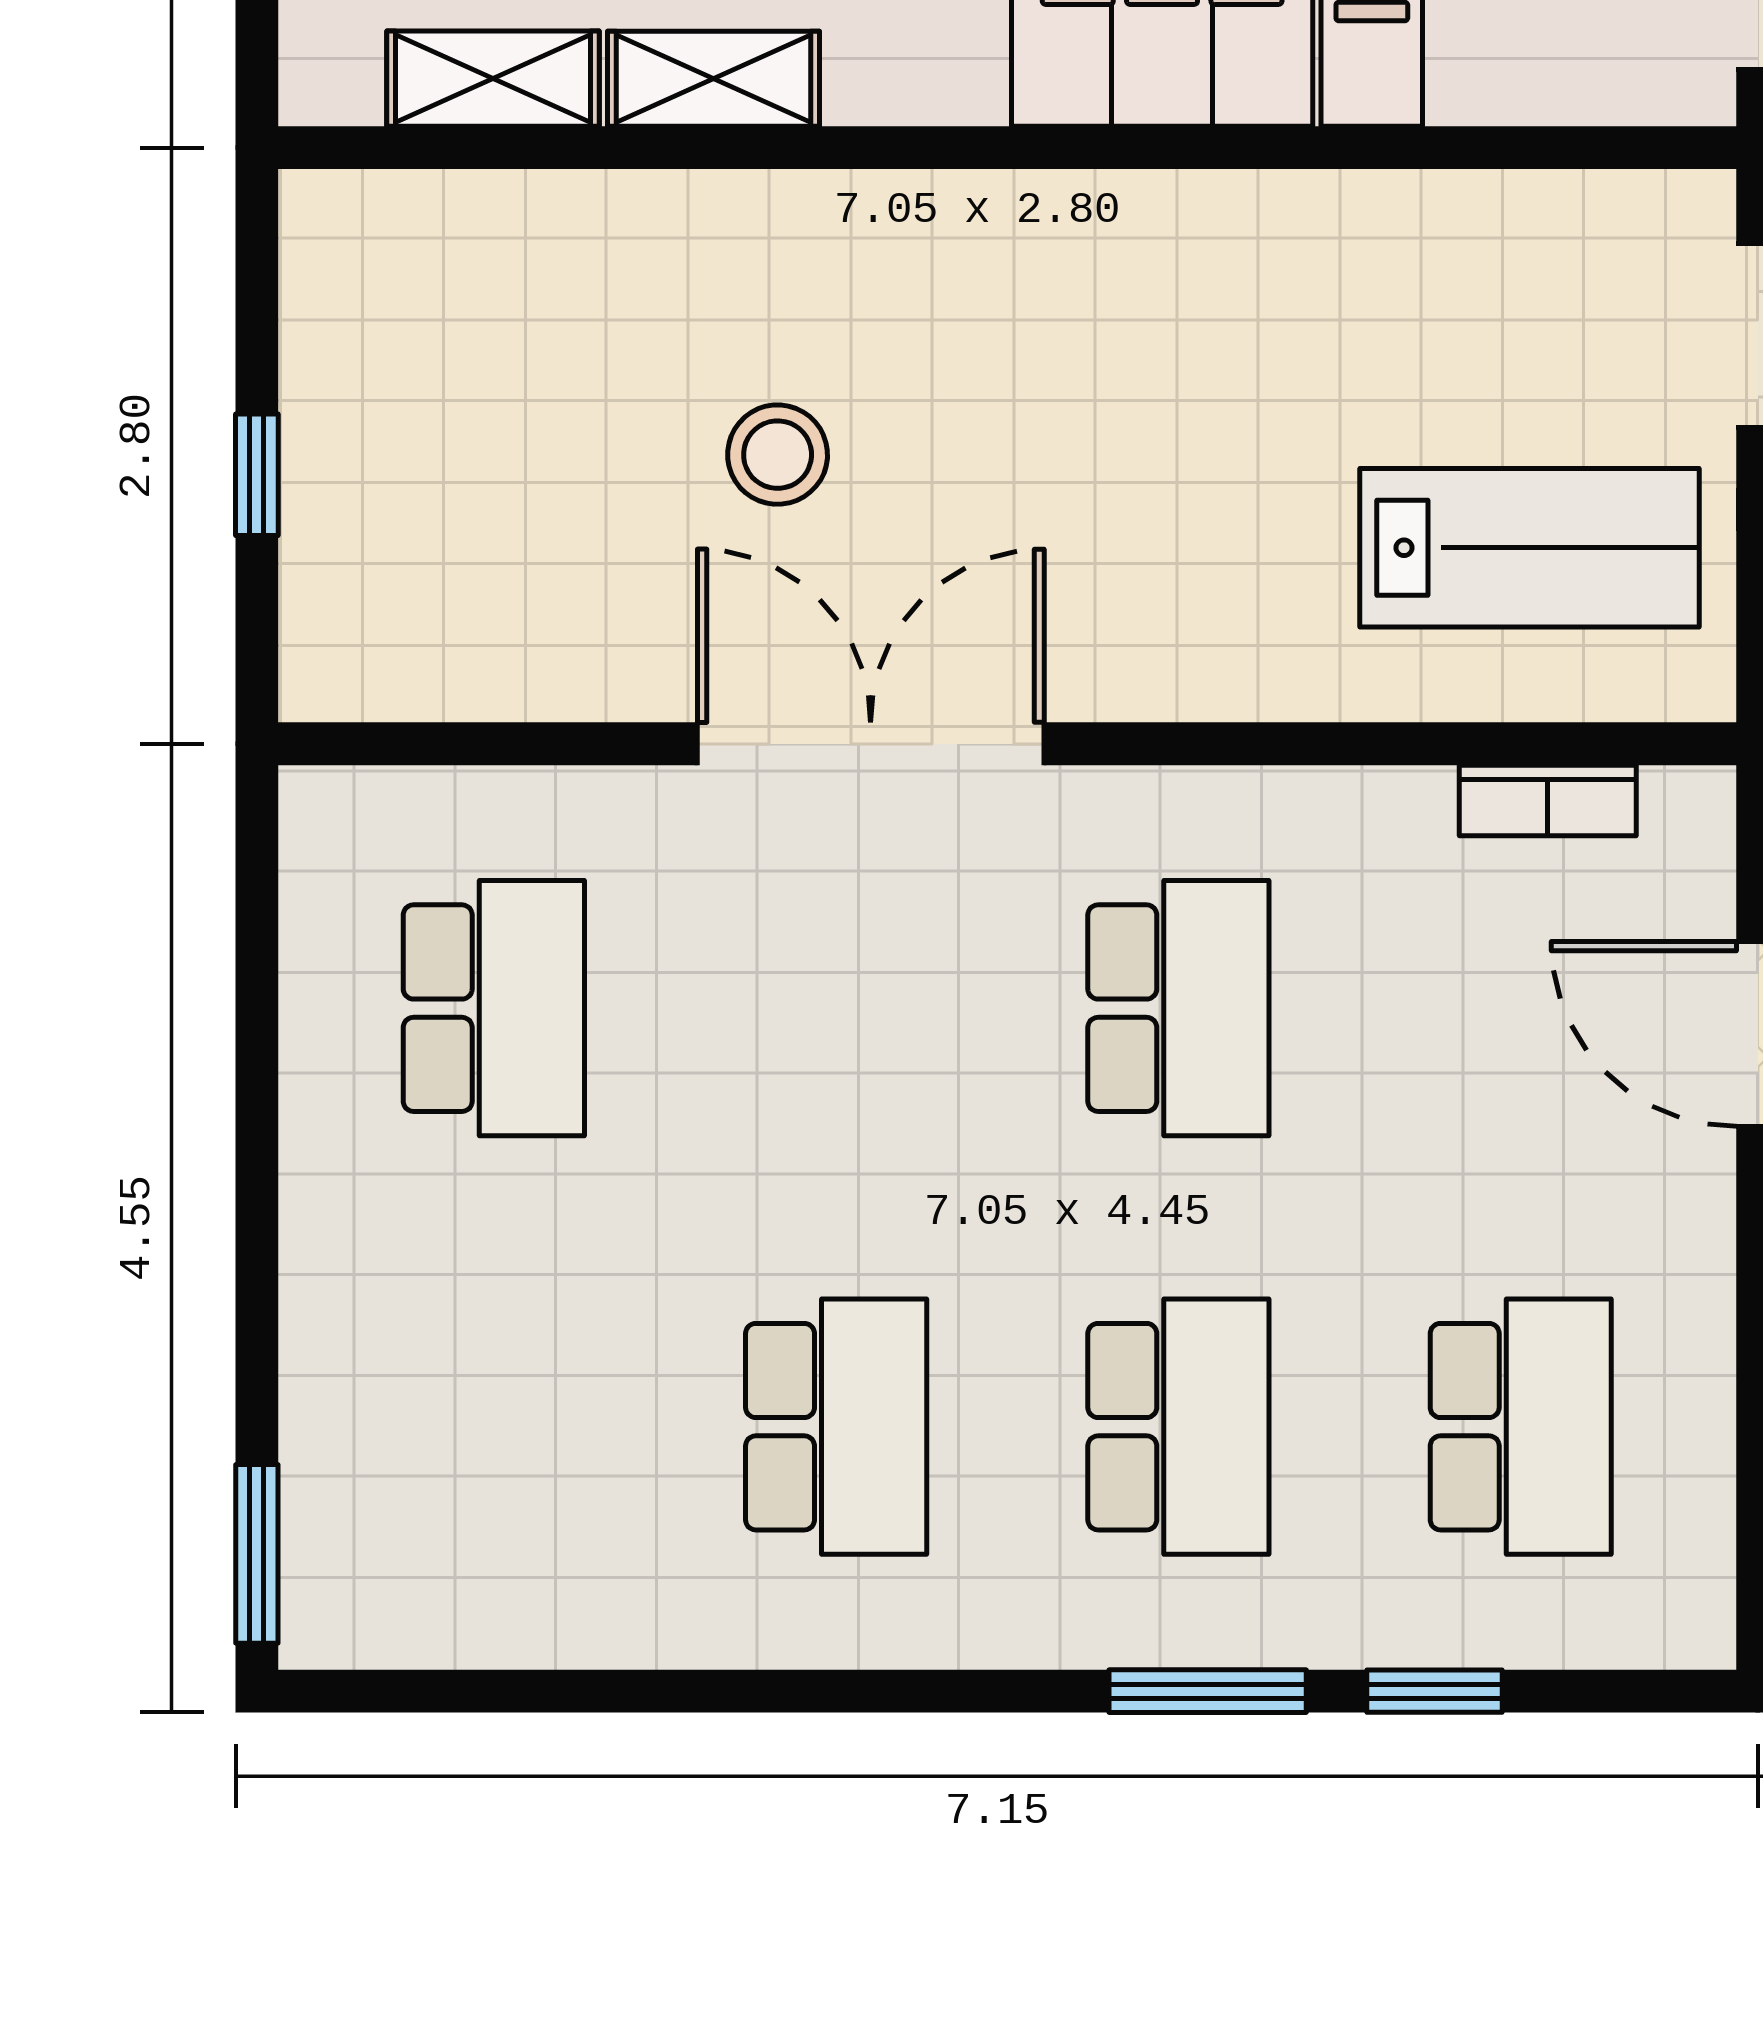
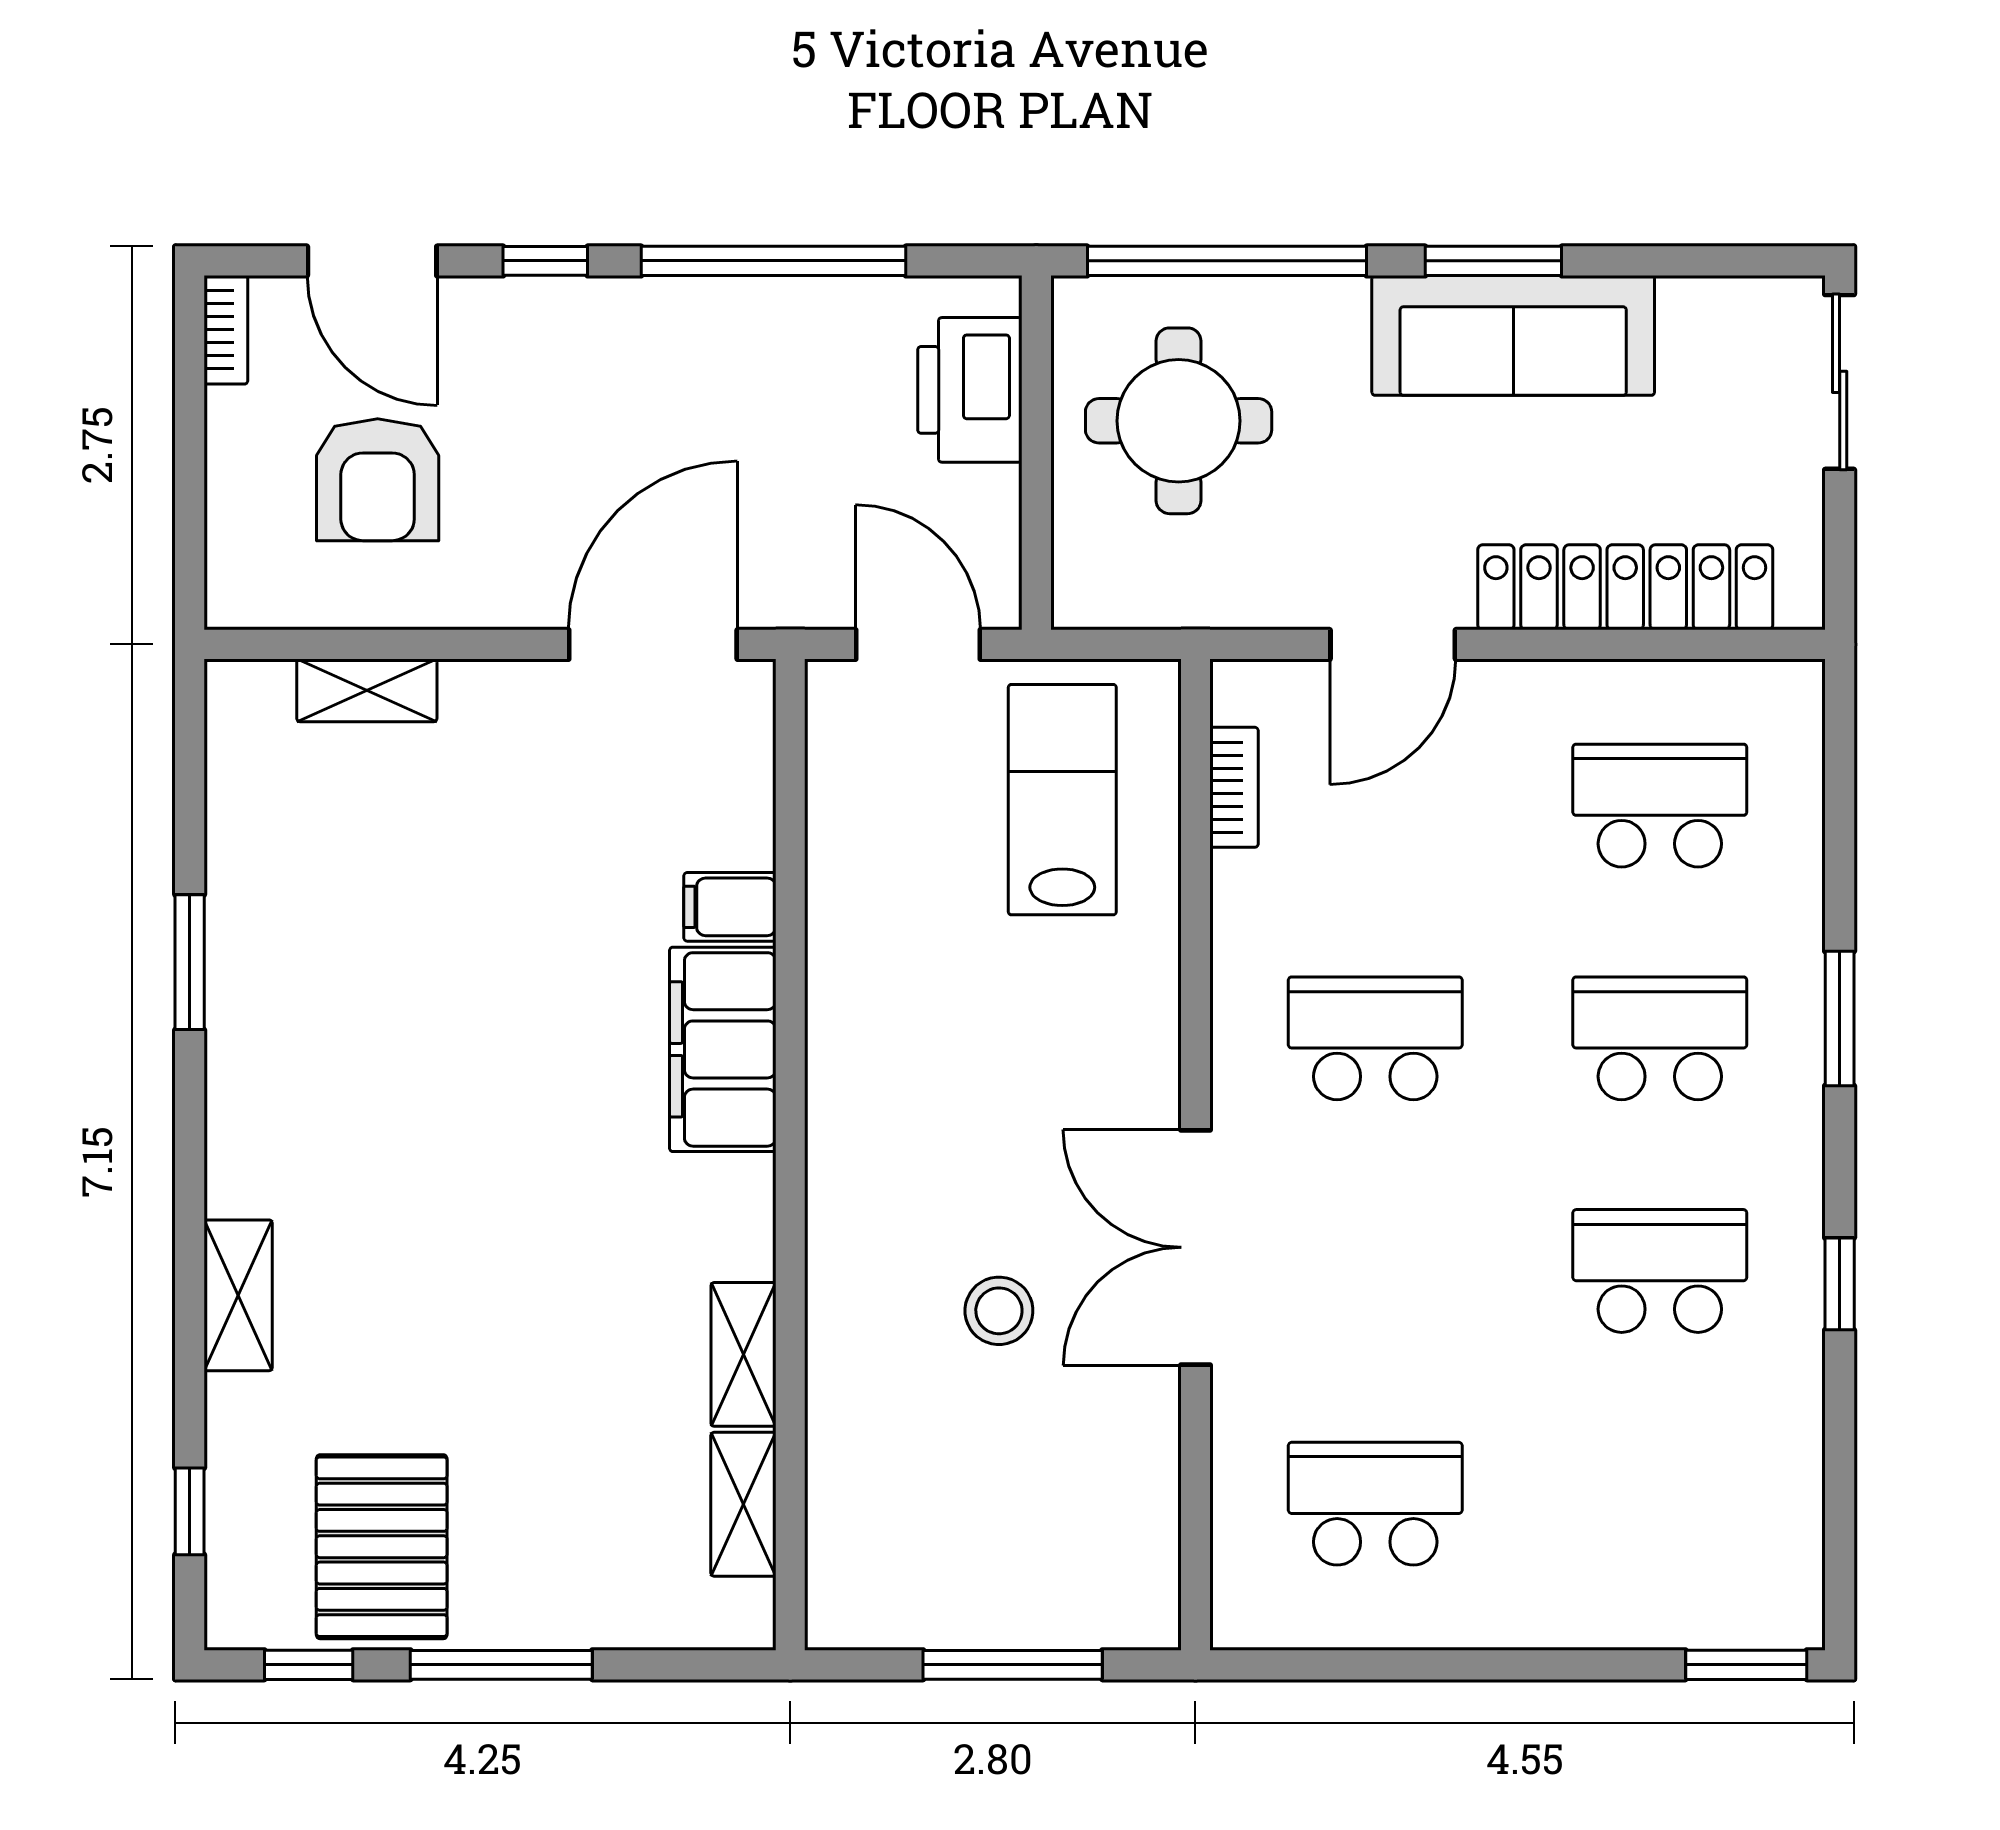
window: (257, 475) -> (1013, 1665), width x2.17
window: (1435, 1691) -> (1840, 1284), moved

